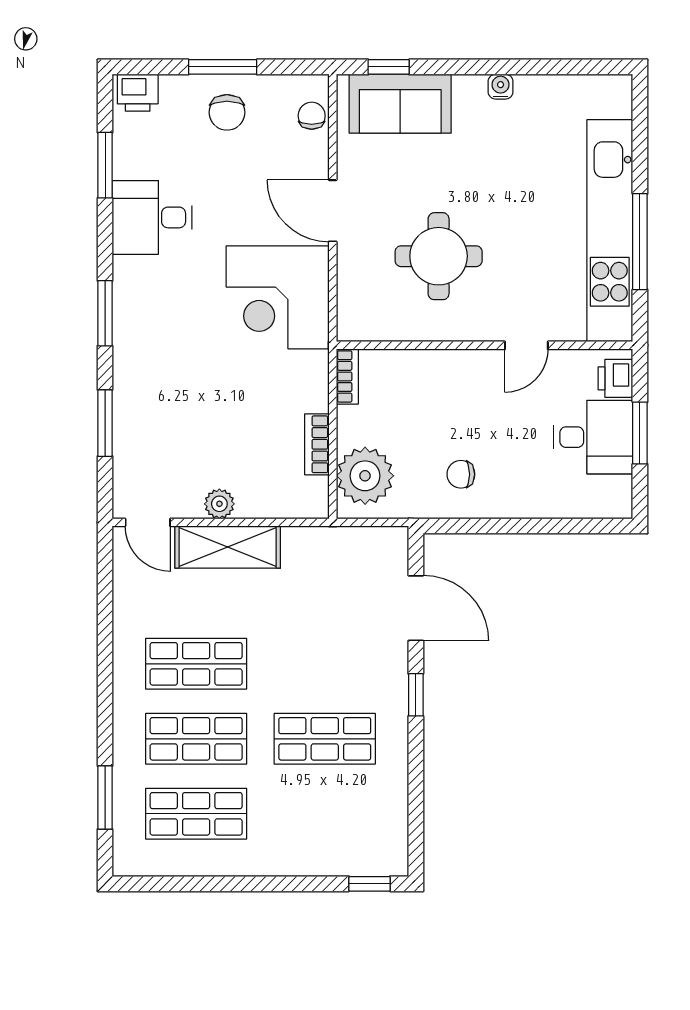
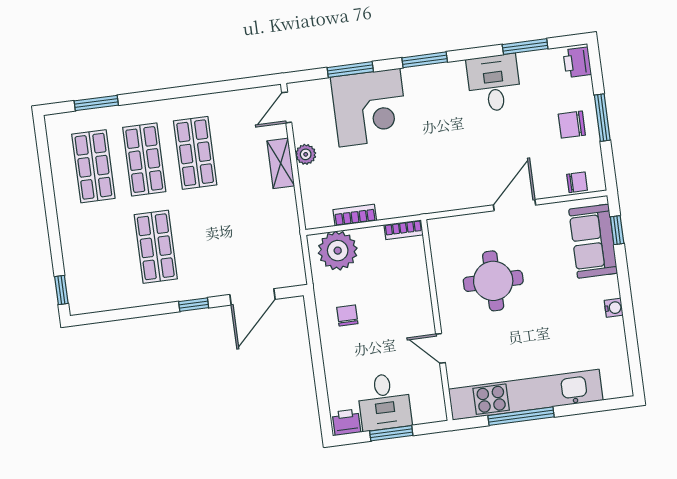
corner desk: (278, 297) -> (370, 108), moved, turned 180
printer: (615, 378) -> (346, 422), moved
shelving: (228, 547) -> (281, 163), width x0.67, depth x0.75

